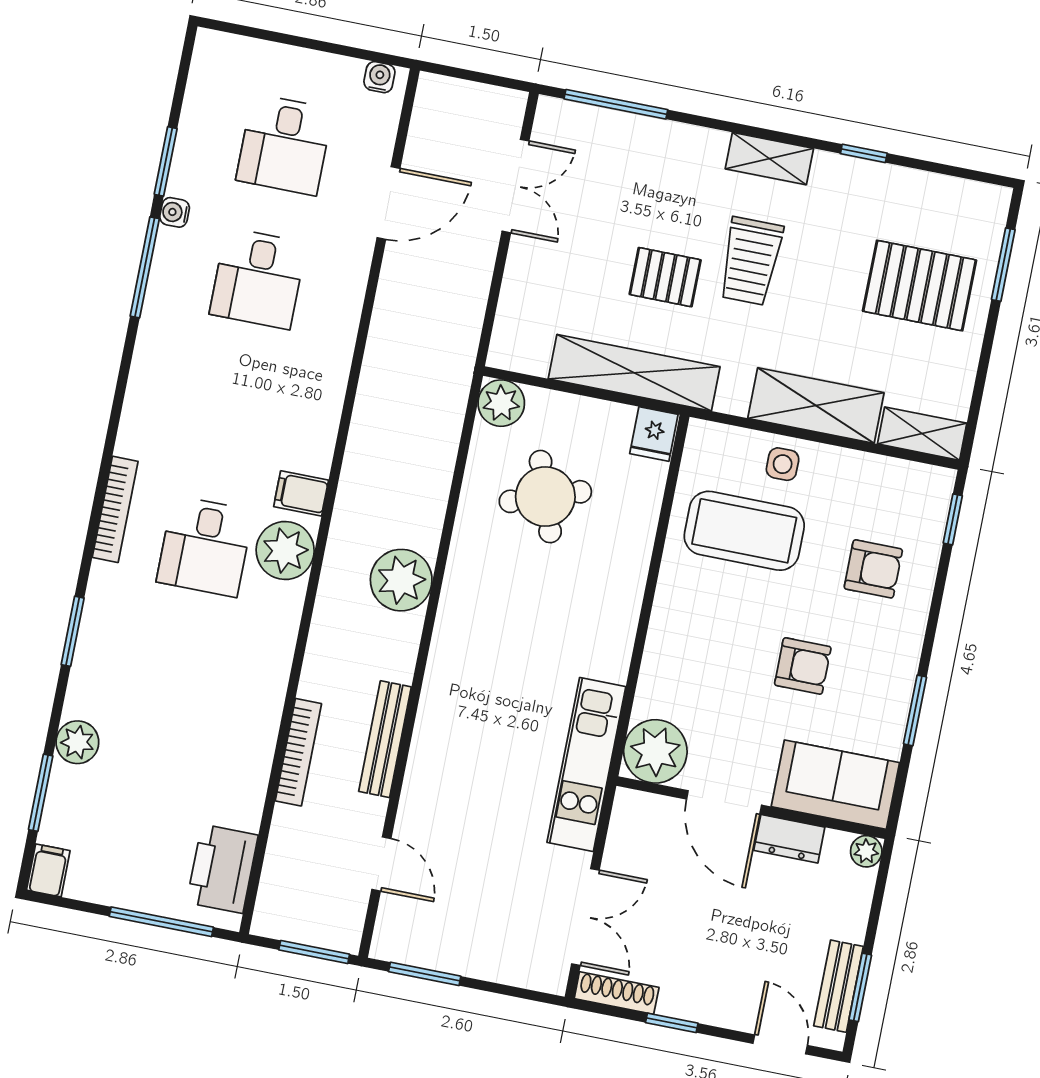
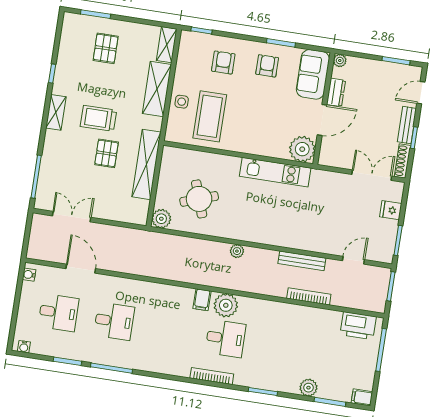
water cooler: (175, 212) -> (24, 347), moved
trolley: (751, 261) -> (98, 118), turned 180
pallet: (920, 286) -> (106, 48), width x0.67, depth x0.71
fridge: (654, 434) -> (391, 210), moved, turned 180
plant: (401, 580) -> (237, 251), width x0.53, depth x0.53
armchair: (803, 666) -> (267, 66), moved
kitchen unit: (586, 765) -> (275, 172), moved
bench: (838, 986) -> (407, 125), moved, turned 90

